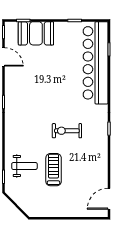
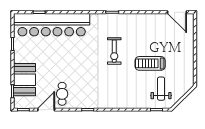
cafe table: (21, 74) -> (62, 94), added
weight bench: (24, 166) -> (161, 89), moved

